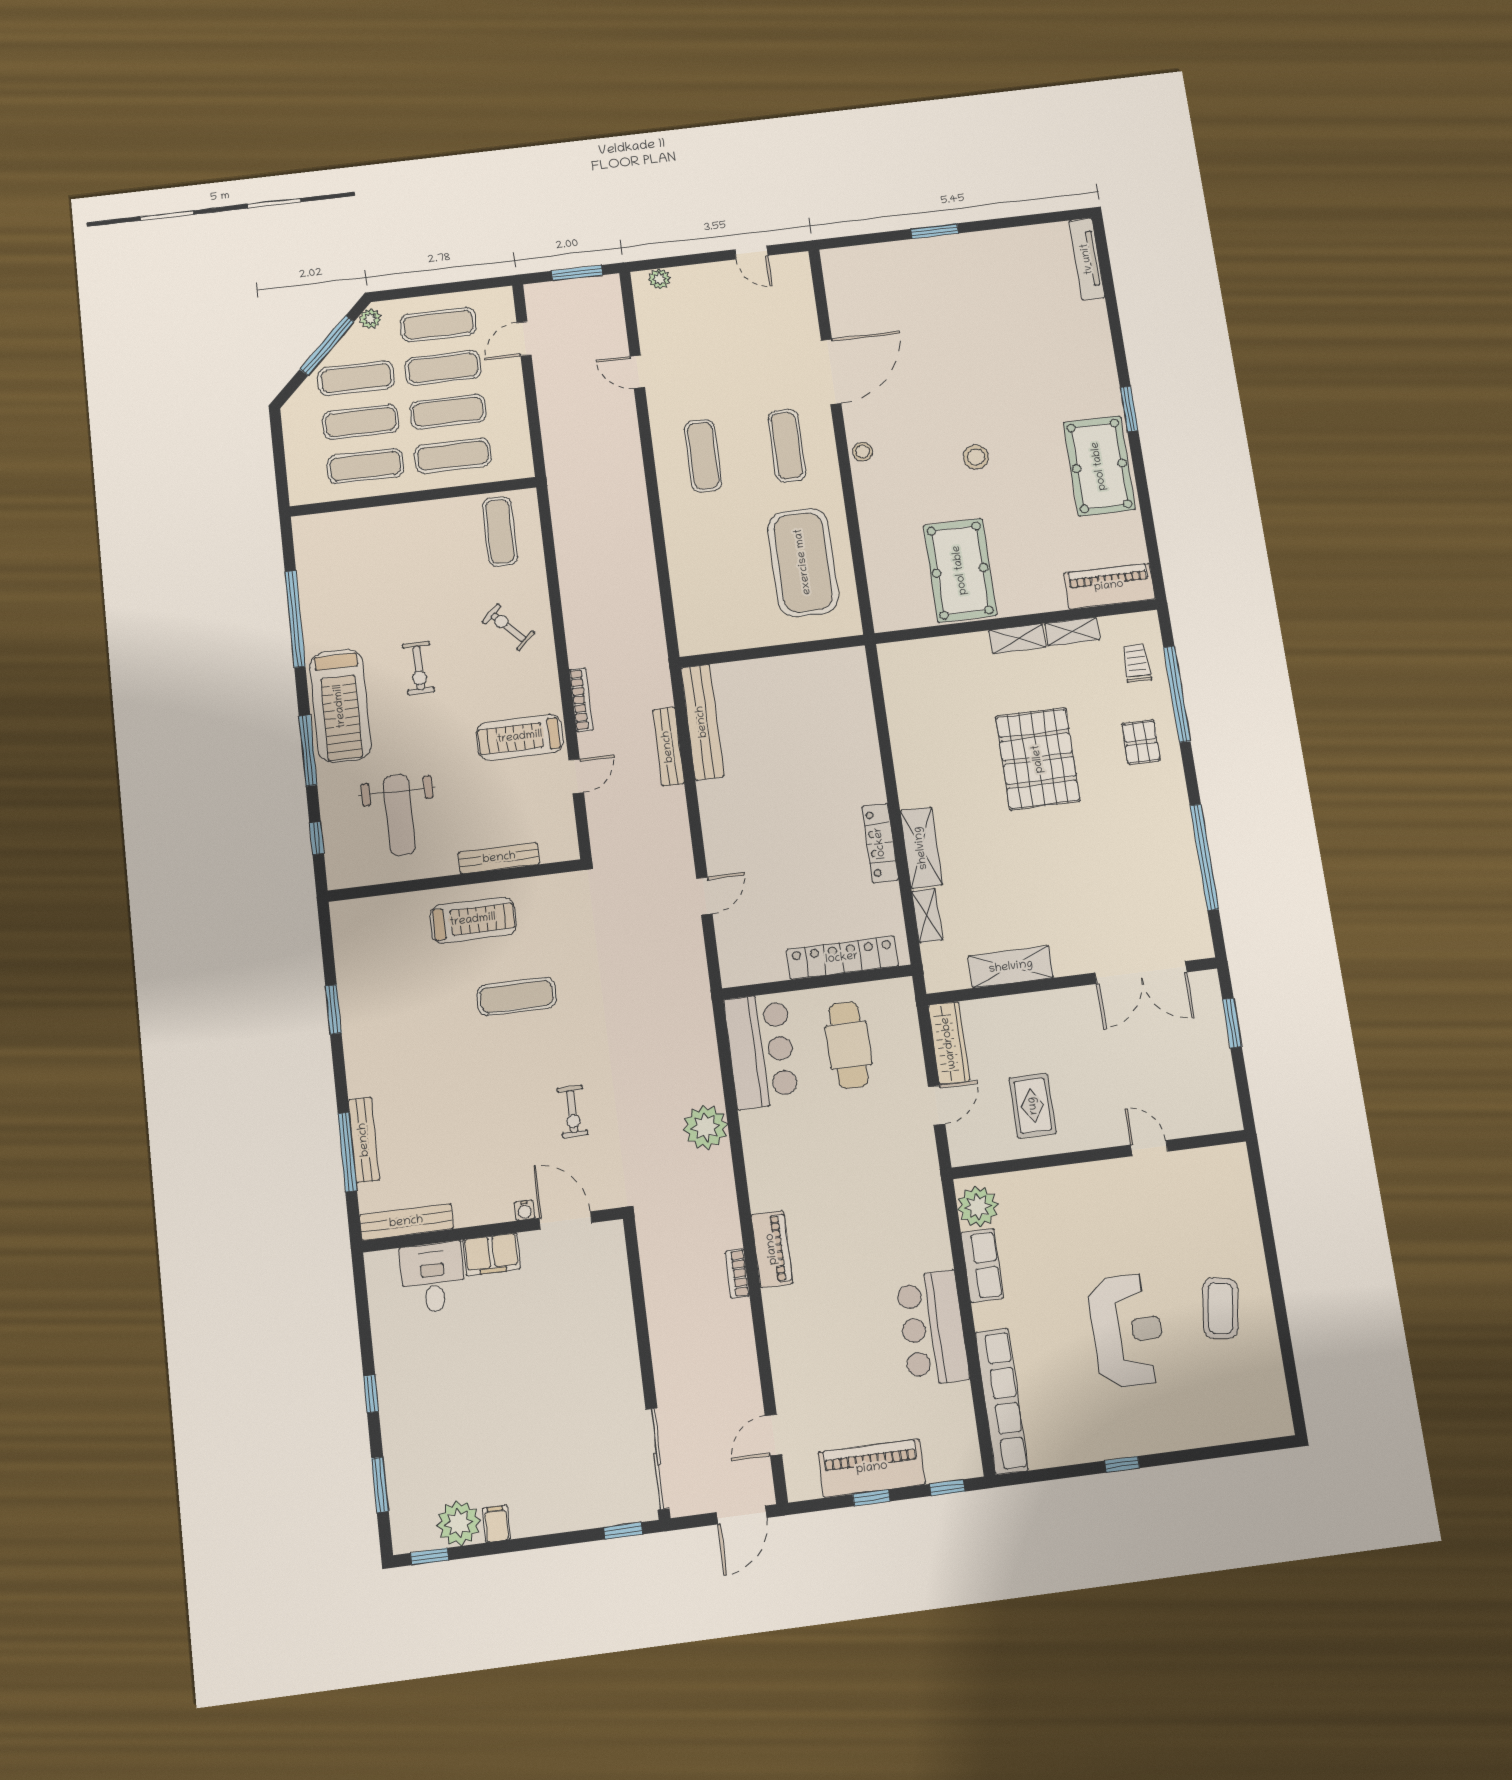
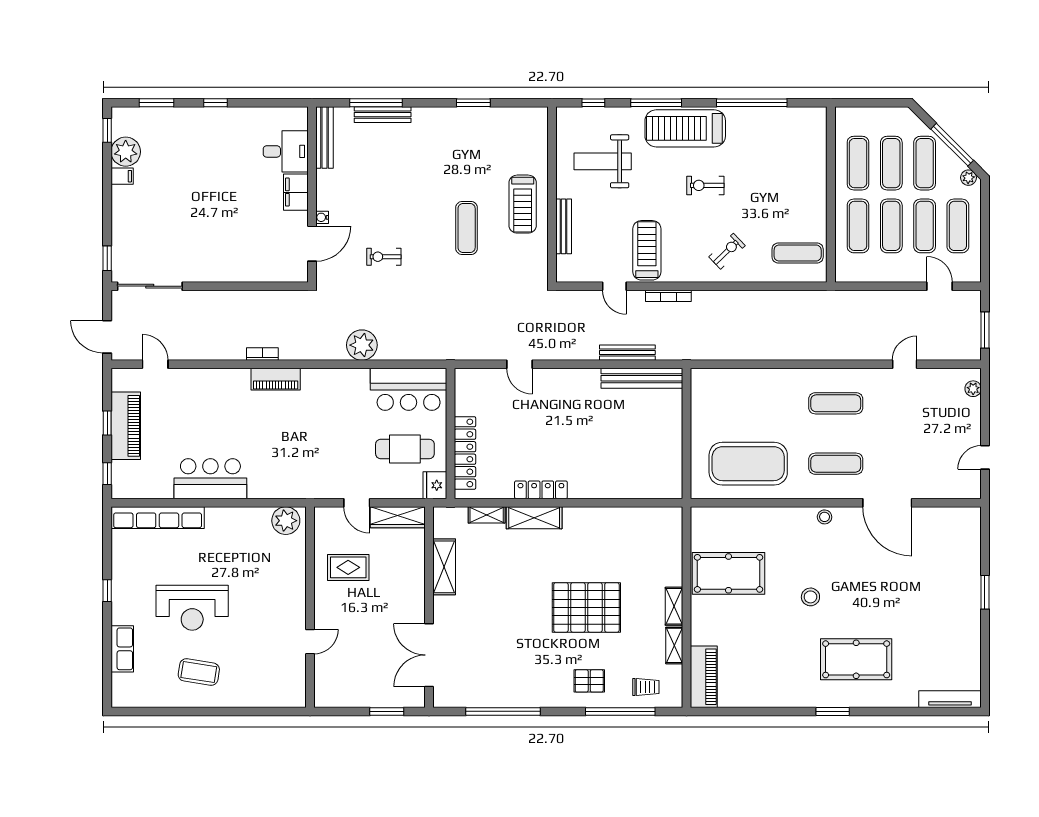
pool table: (1099, 466) -> (856, 659), moved
fridge: (895, 995) -> (435, 485), added
row of seats: (982, 1265) -> (122, 649), moved, turned -90

